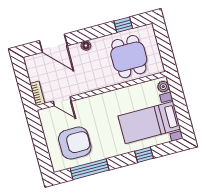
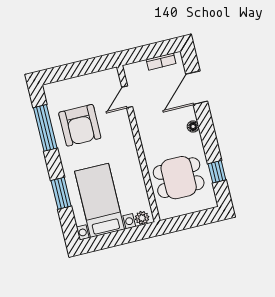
bookcase: (37, 93) -> (161, 62), moved
armchair: (75, 143) -> (80, 125), moved
window: (144, 155) -> (61, 193), width x1.50

